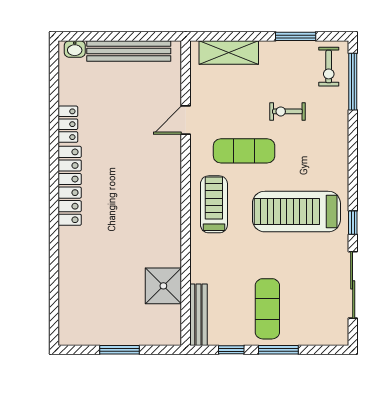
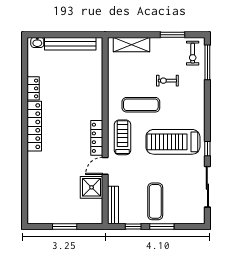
door: (186, 120) -> (105, 166), moved
locker: (172, 205) -> (97, 138), added

